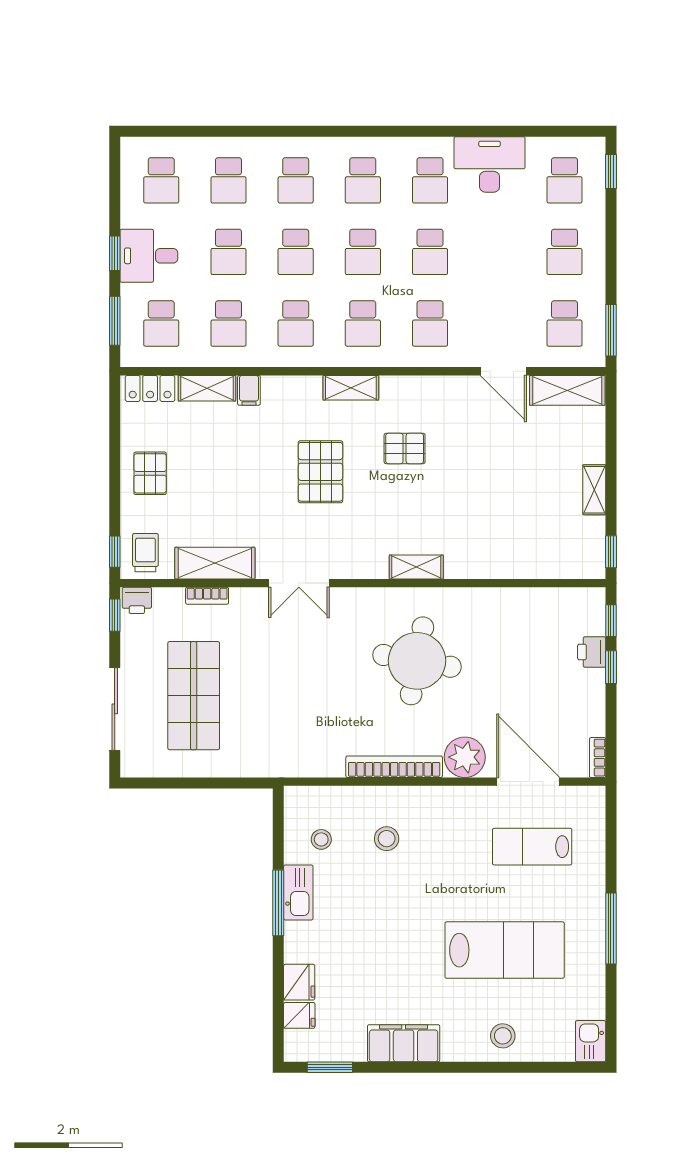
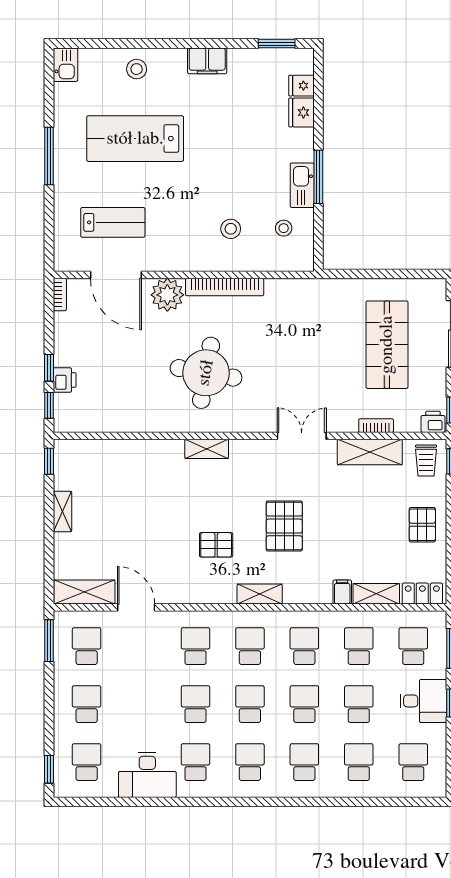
filing cabinet: (404, 1043) -> (207, 61), width x0.67, depth x0.86

